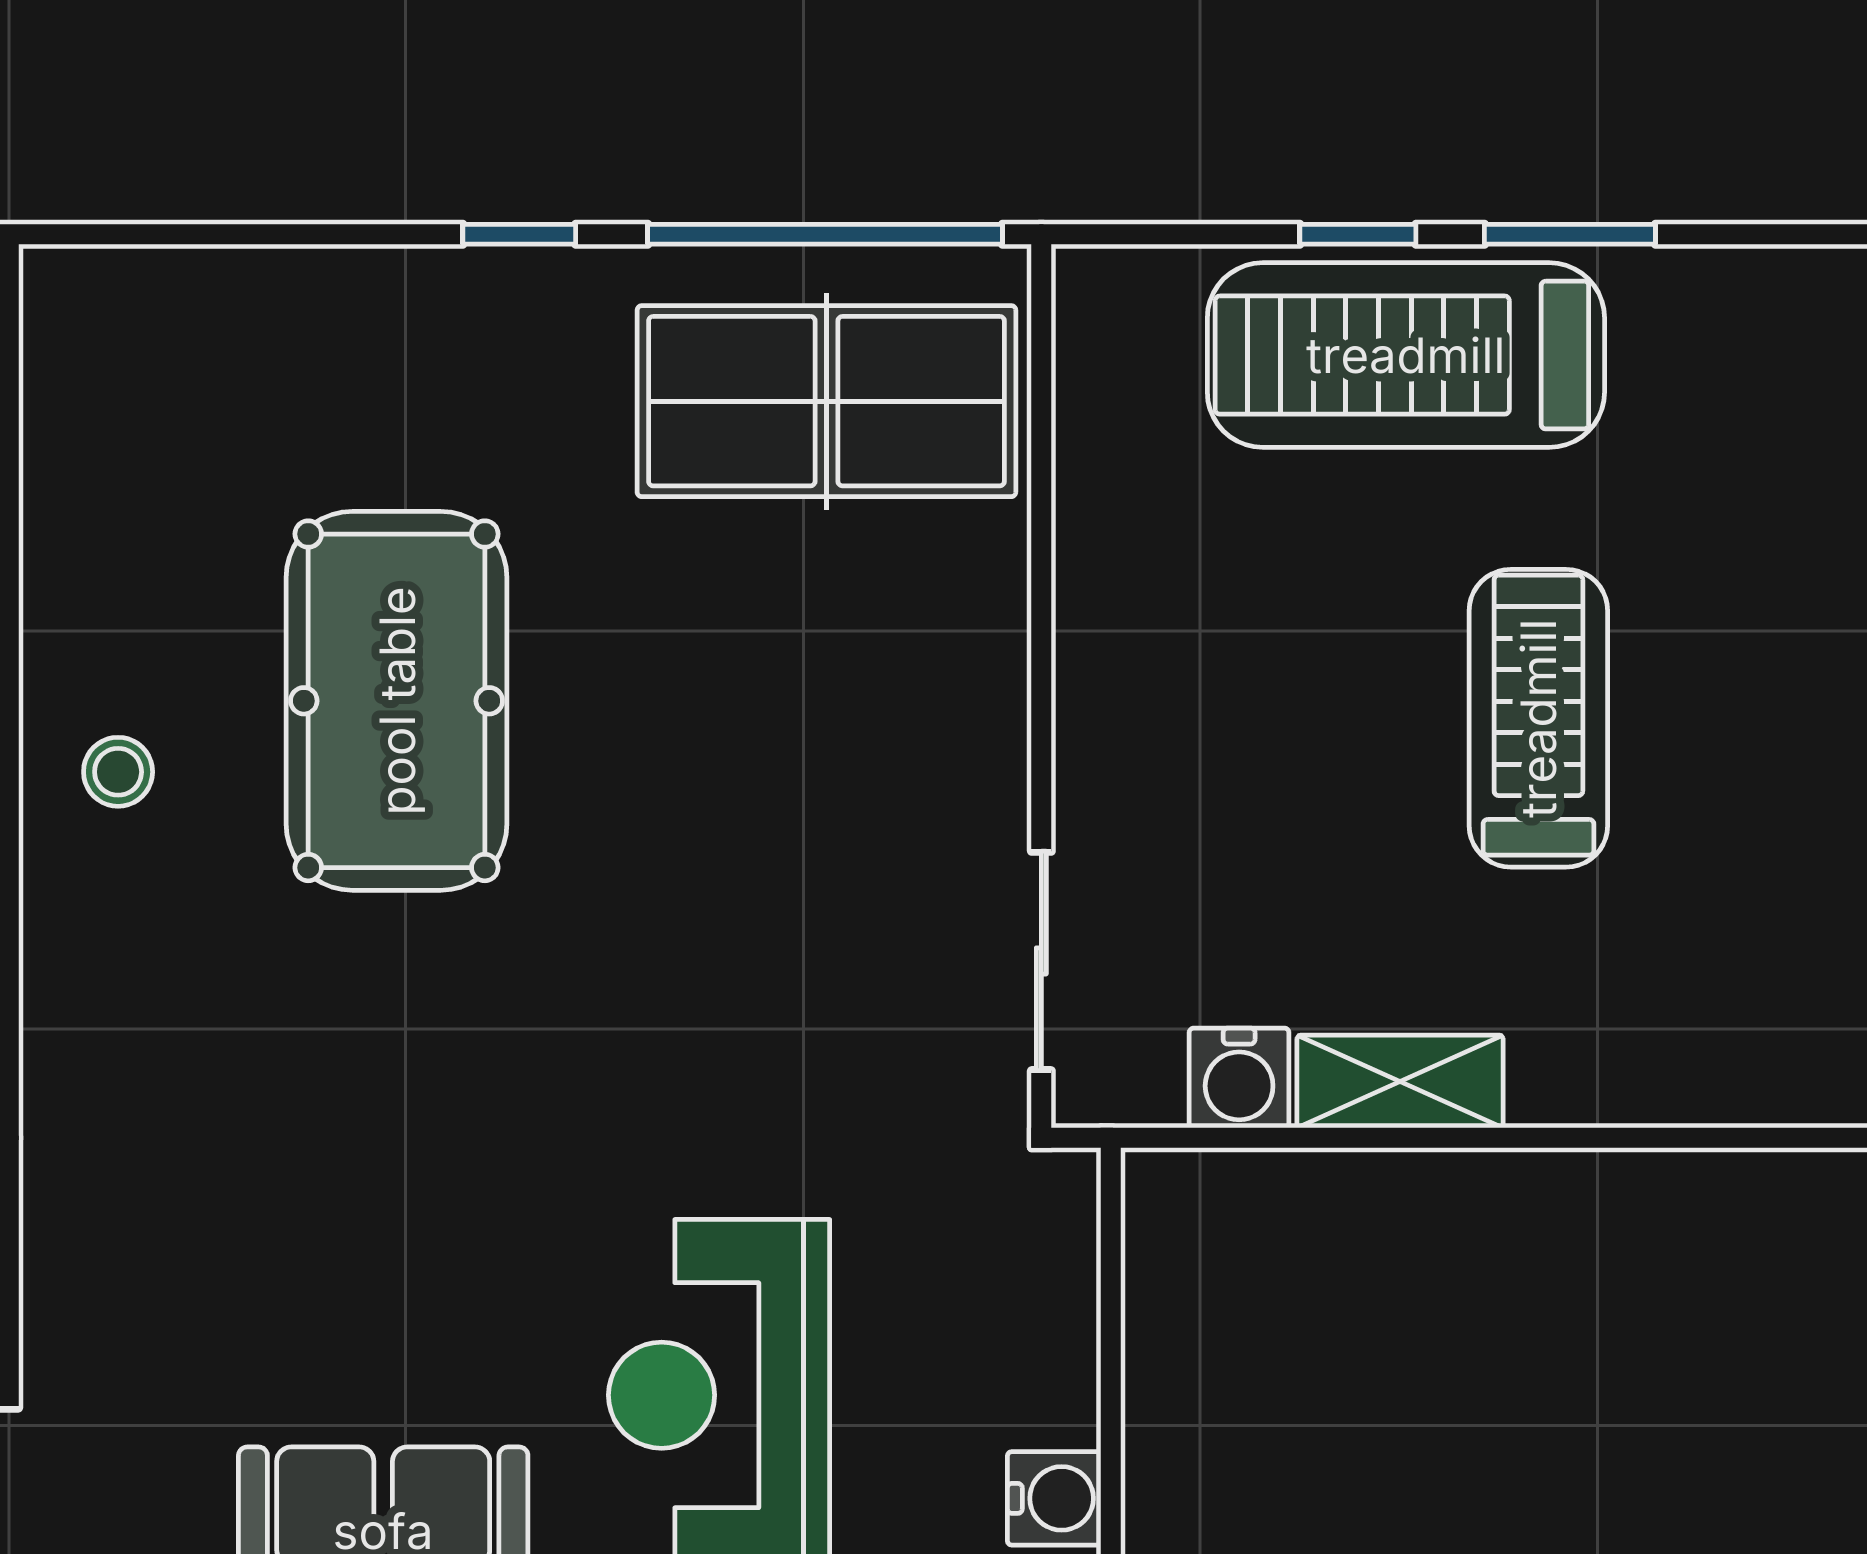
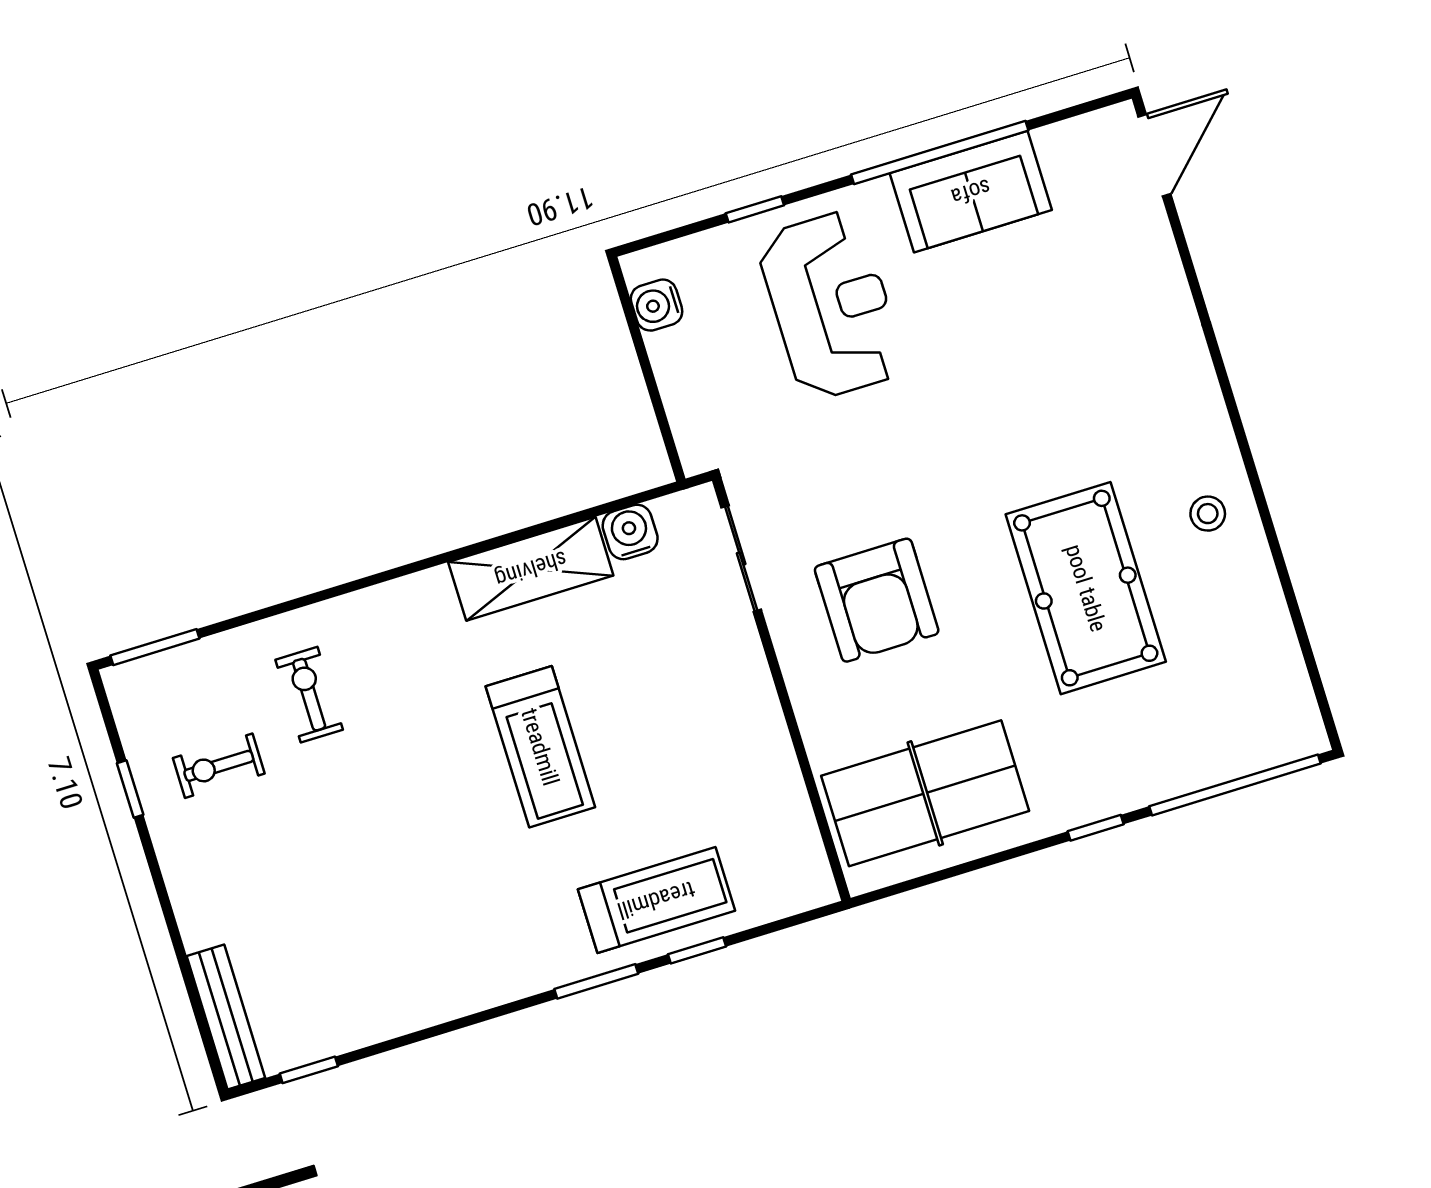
window: (825, 234) -> (1235, 785), moved
treadmill: (1406, 355) -> (656, 900), width x0.73, depth x0.73
armchair: (806, 801) -> (877, 600), added
shelving: (1400, 1081) -> (531, 569), width x1.50, depth x1.33

